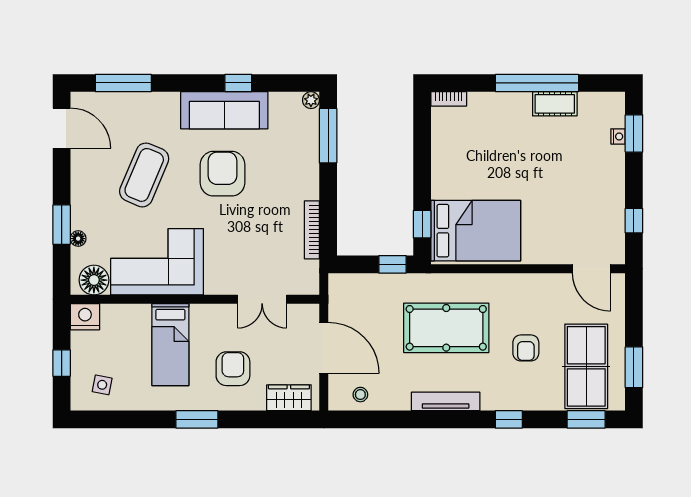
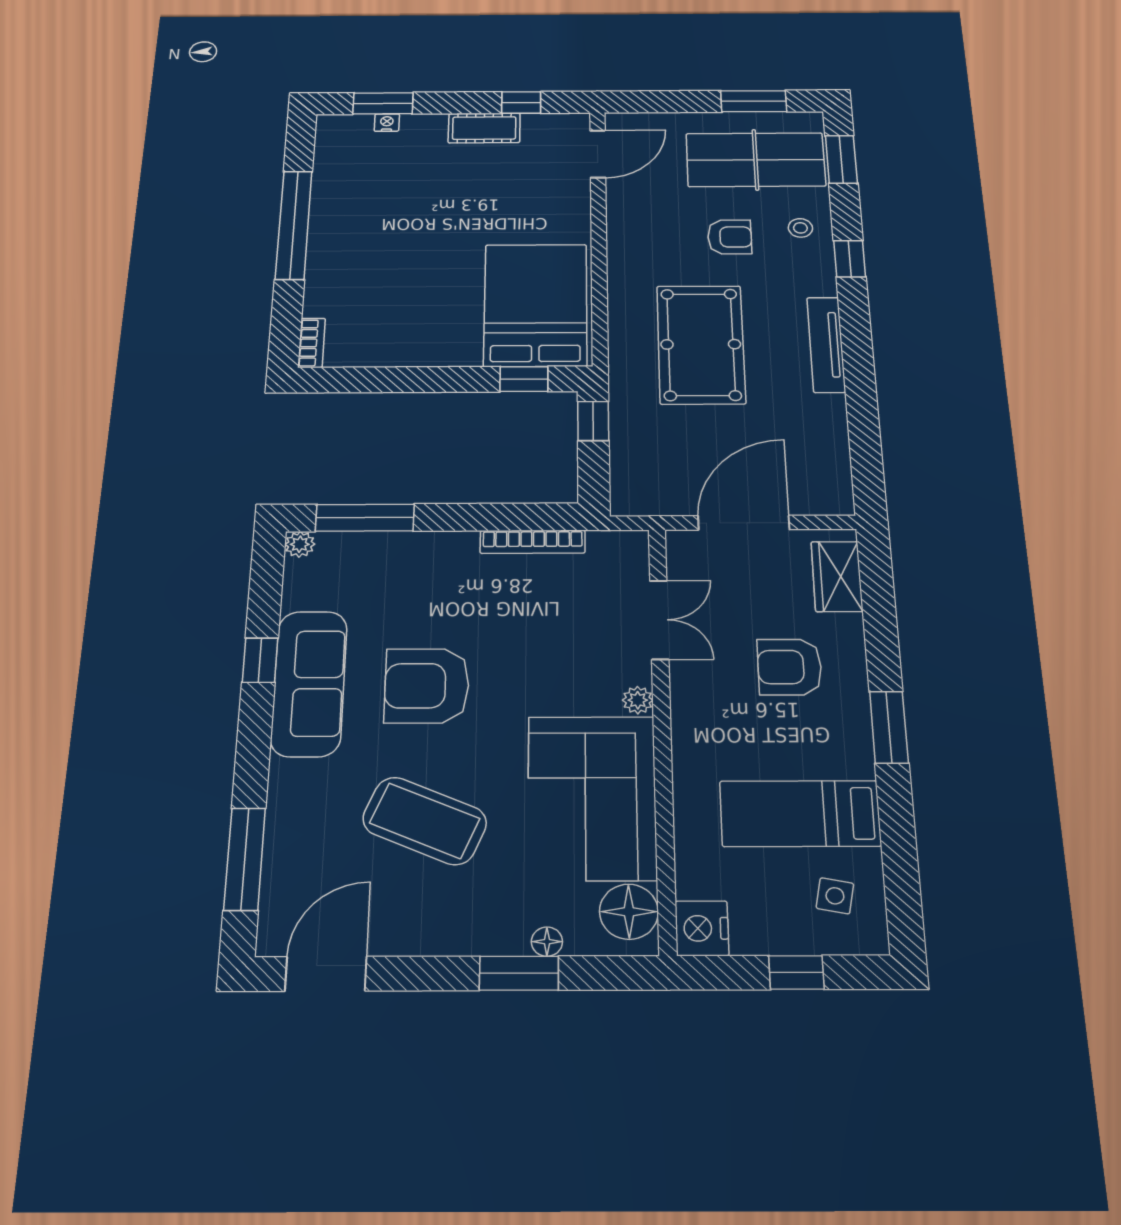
cot: (555, 104) -> (484, 128), moved, turned 90
plant: (213, 287) -> (638, 700), added
bed: (170, 345) -> (800, 813), moved, turned 180
stool: (360, 395) -> (800, 228), moved

